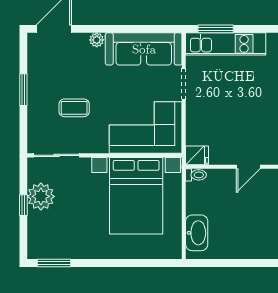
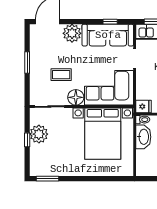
window: (147, 29) -> (110, 22), added
plant: (97, 40) -> (72, 33), width x1.88, depth x1.88
floor lamp: (96, 142) -> (76, 97), added
washbasin: (197, 233) -> (143, 137), moved

